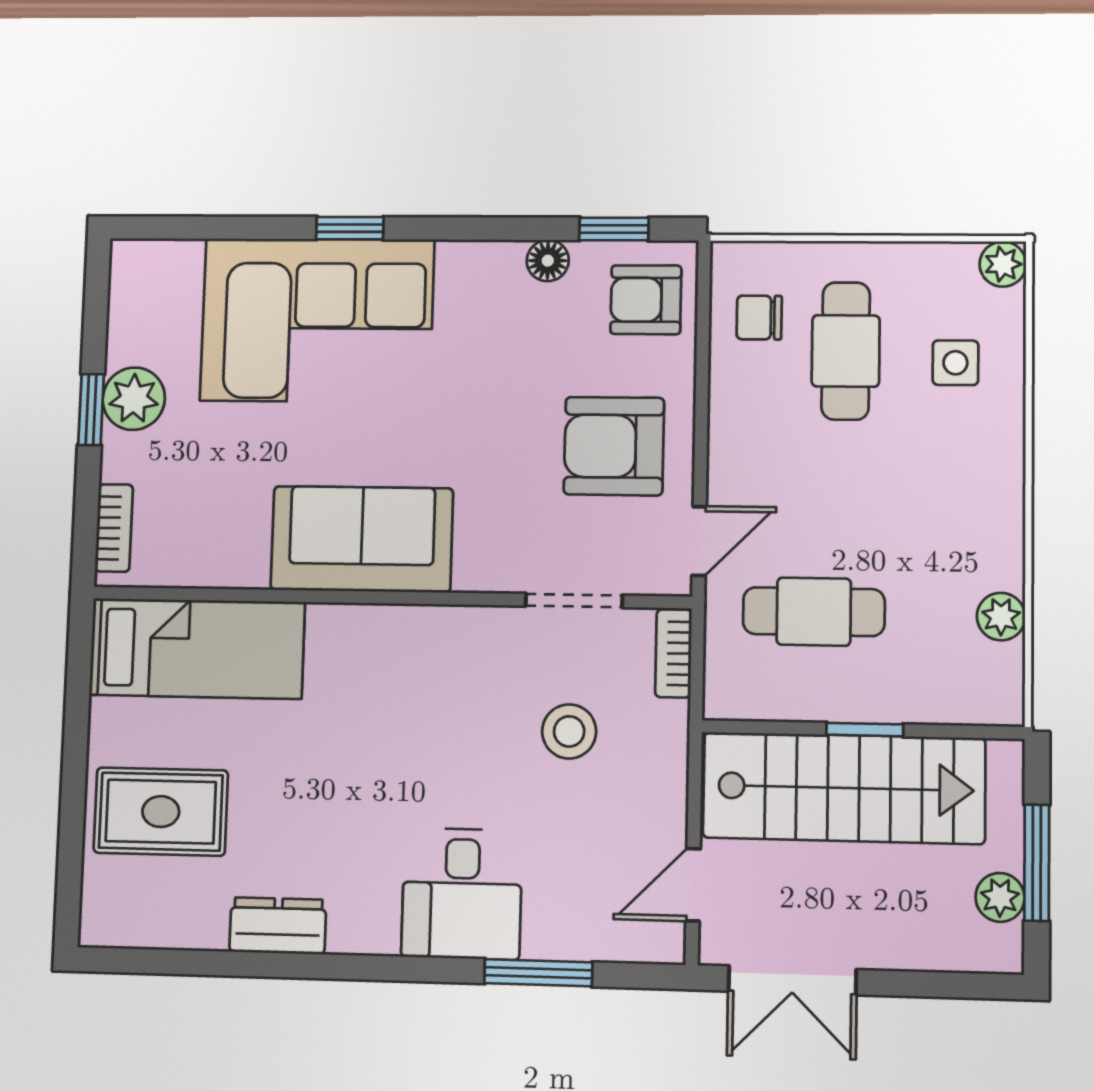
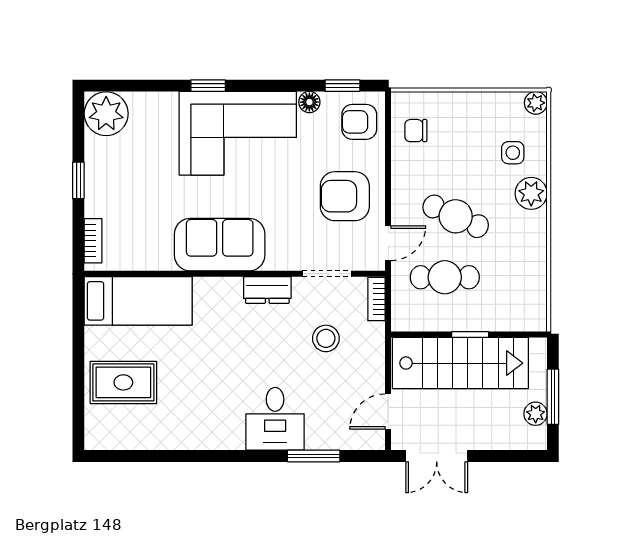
corner sofa: (317, 320) -> (238, 133), moved
cafe table: (846, 351) -> (456, 216), moved, turned -66
plant: (134, 399) -> (106, 114), moved, width x1.36, depth x1.36
plant: (1001, 617) -> (531, 193), moved, width x1.38, depth x1.38
dresser: (278, 926) -> (267, 290), moved, turned 180

